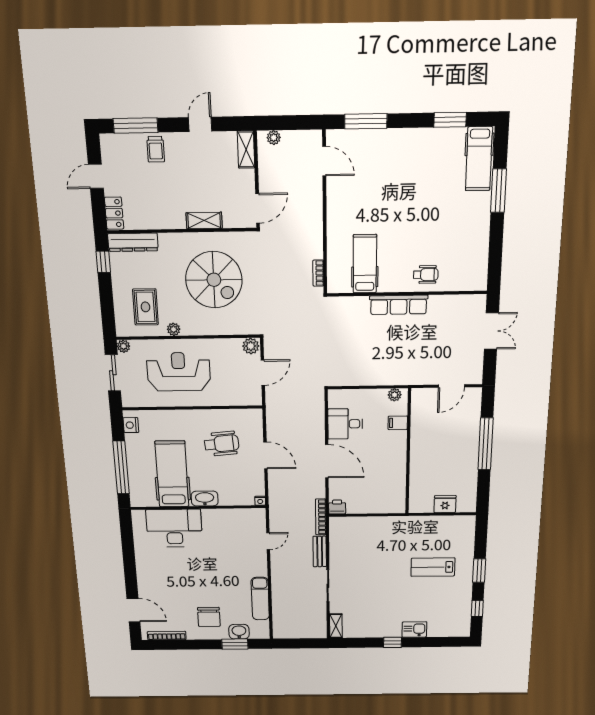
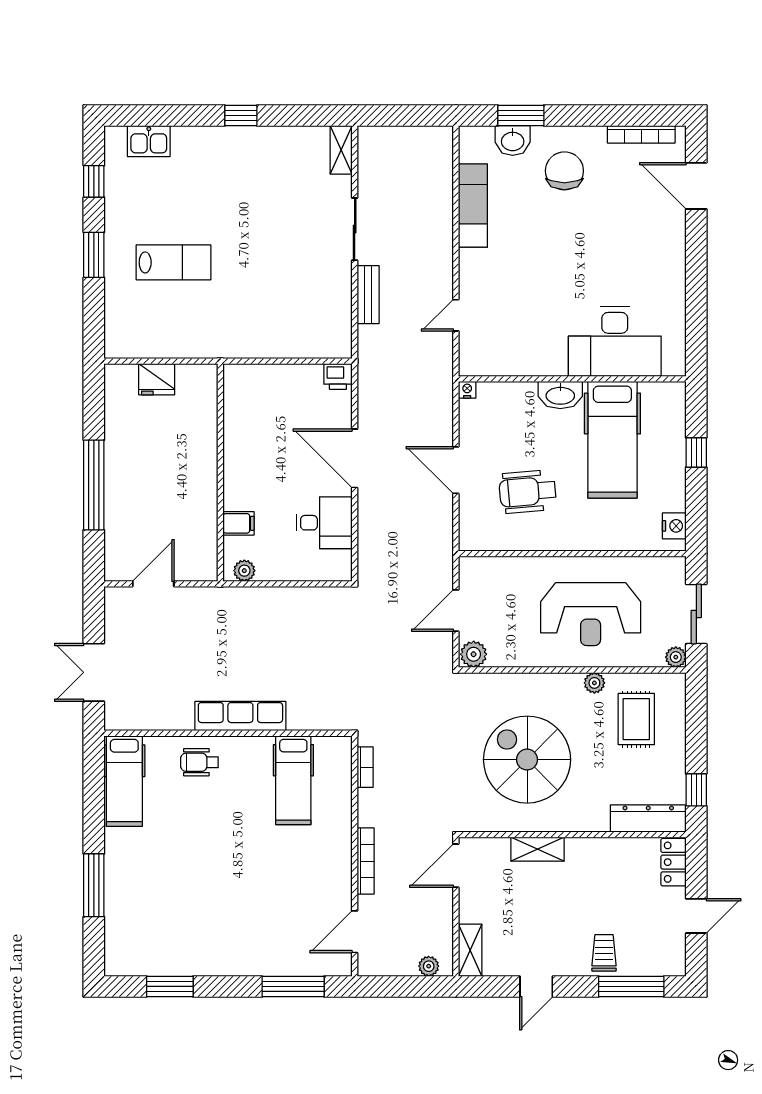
hospital bed: (479, 159) -> (124, 781), moved, turned 180
door: (324, 161) -> (355, 932), hinge flipped
window: (121, 468) -> (696, 452), width x0.32
bookcase: (321, 517) -> (366, 861), moved
kitchen sink: (414, 629) -> (149, 141), moved

